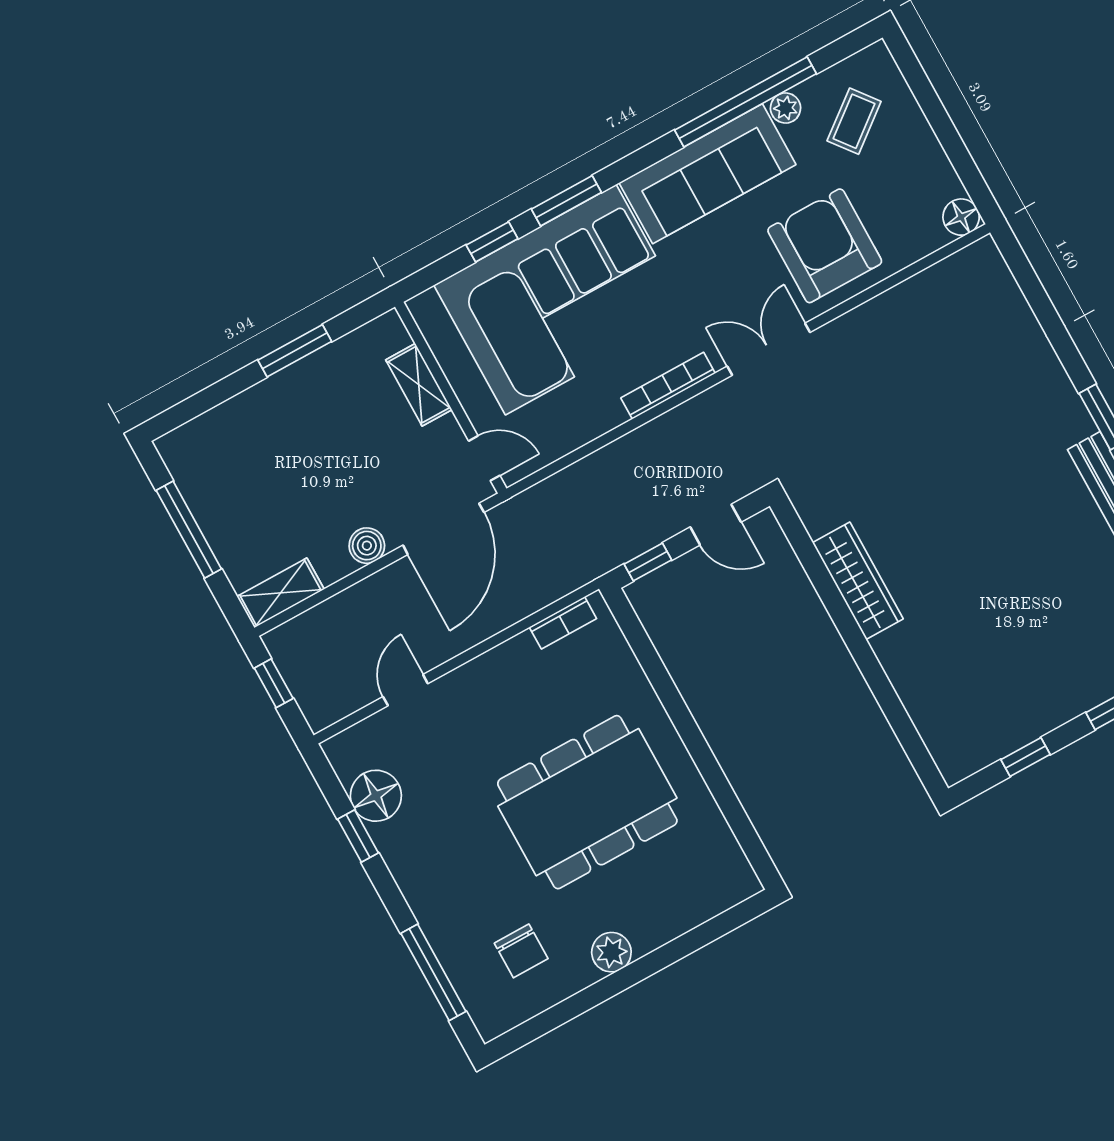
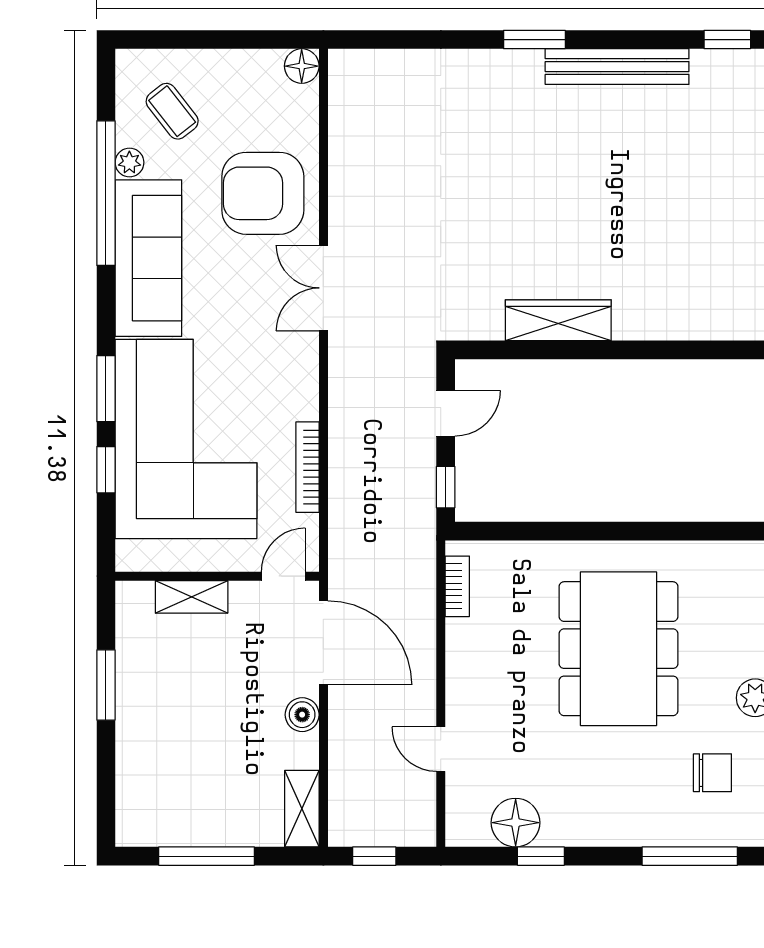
bookcase: (668, 386) -> (307, 467), moved

